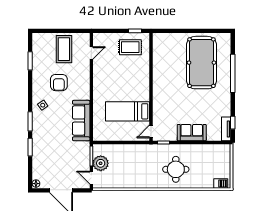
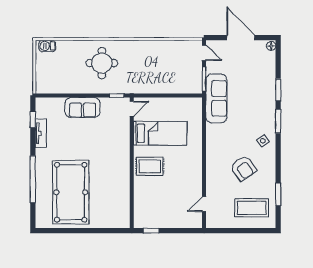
rug: (130, 47) -> (150, 166), moved
coffee table: (64, 49) -> (252, 208), moved, turned 90
armchair: (59, 83) -> (243, 168), turned 144
sofa: (81, 121) -> (216, 98), moved
tv unit: (226, 129) -> (41, 133), moved
plant: (101, 163) -> (193, 70), removed

